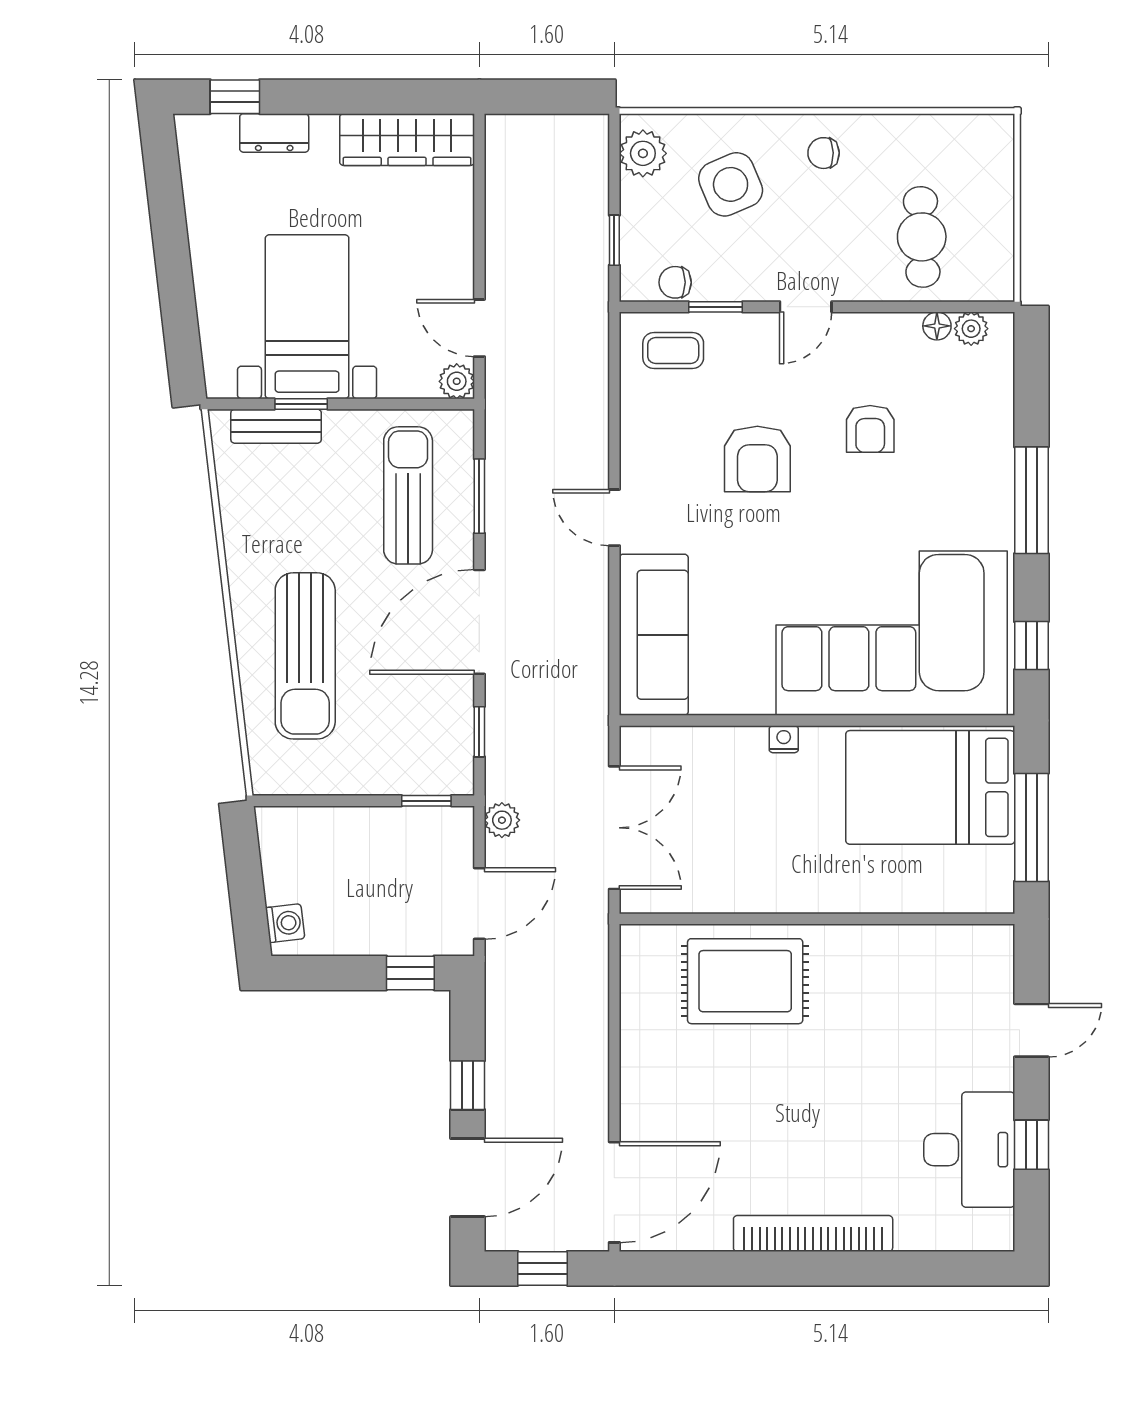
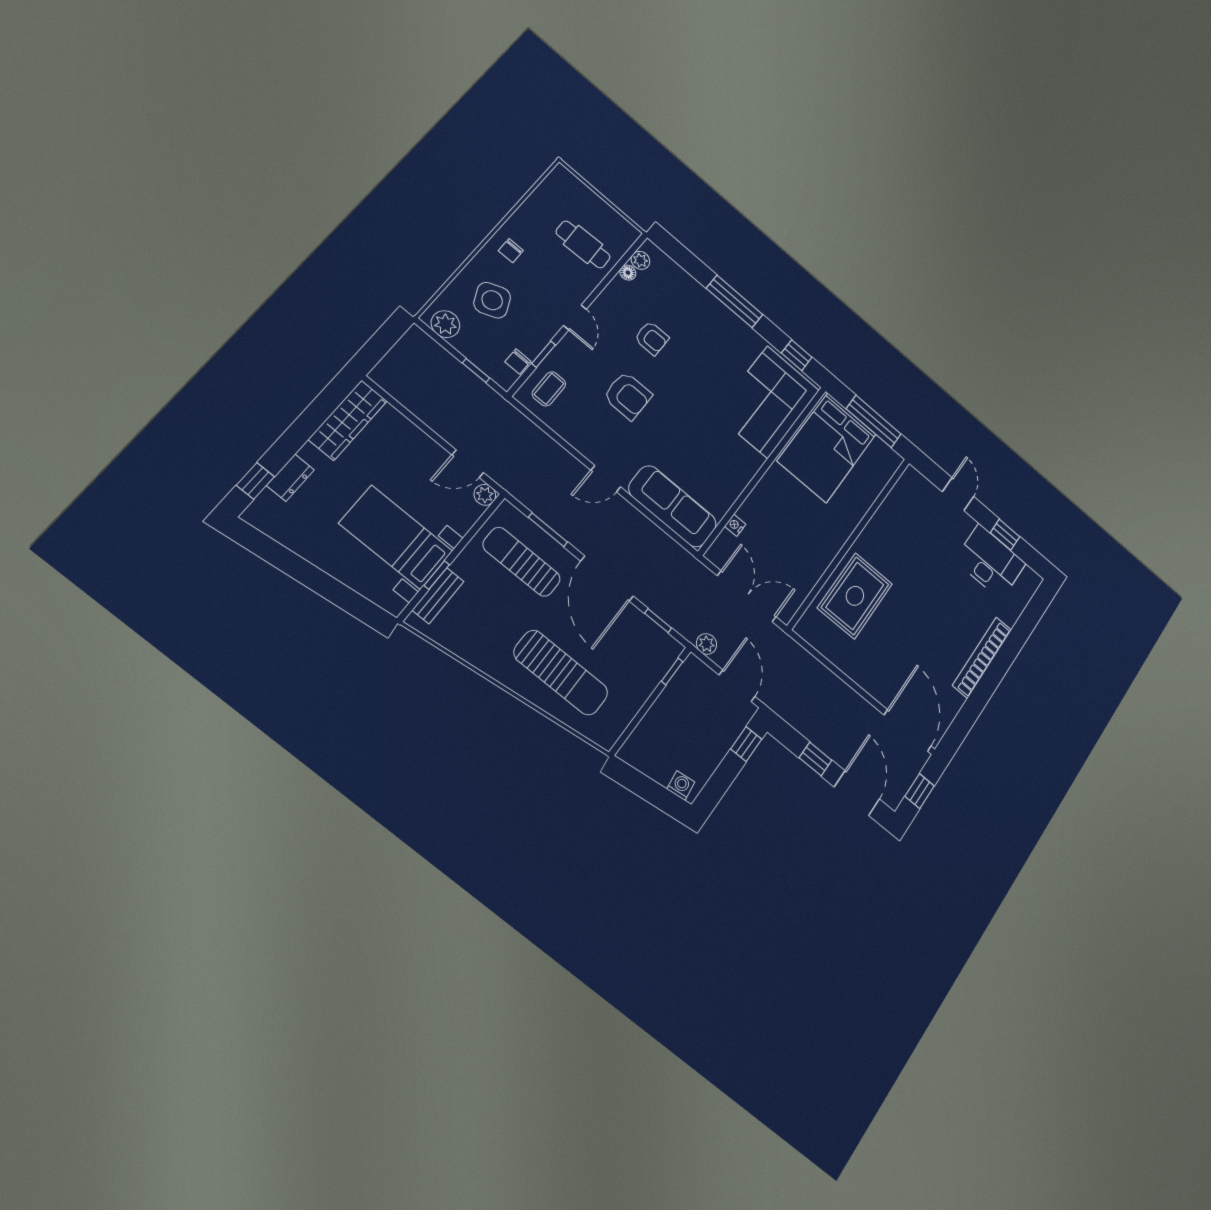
corner sofa: (892, 633) -> (768, 402), width x0.73, depth x0.74
nightstand: (784, 739) -> (735, 525), moved

